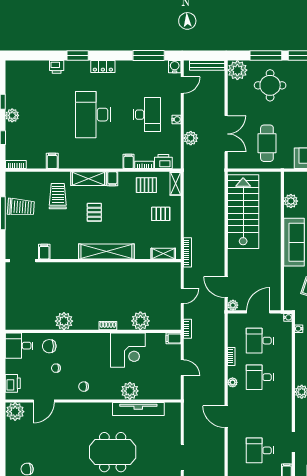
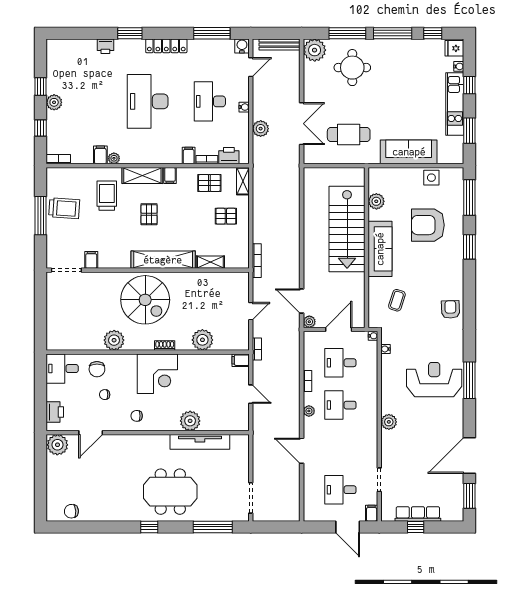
locker: (103, 67) -> (166, 46), width x1.53
desk: (147, 115) -> (210, 101), turned 180
cafe table: (267, 143) -> (349, 134), turned 90
plant: (64, 164) -> (114, 158), added
stairs: (243, 212) -> (347, 229), moved, turned 180
shelving: (163, 254) -> (210, 262), moved
spiral stairs: (91, 286) -> (145, 300), added
chair: (49, 346) -> (97, 369), turned -90
corner desk: (128, 350) -> (157, 374), moved

